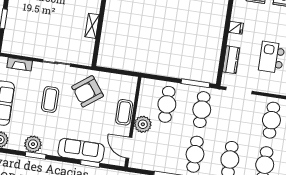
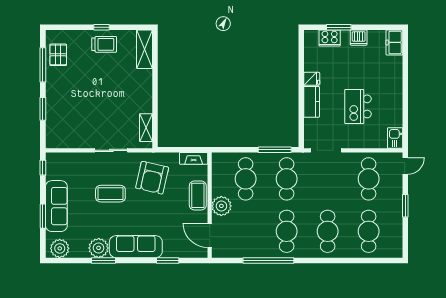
shelving: (92, 26) -> (146, 128), moved
kitchen counter: (231, 60) -> (312, 102), moved
fireplace: (20, 64) -> (194, 158), moved
armchair: (88, 91) -> (152, 178), turned -40
coffee table: (50, 100) -> (110, 194), turned 90
sofa: (81, 150) -> (136, 247), moved

